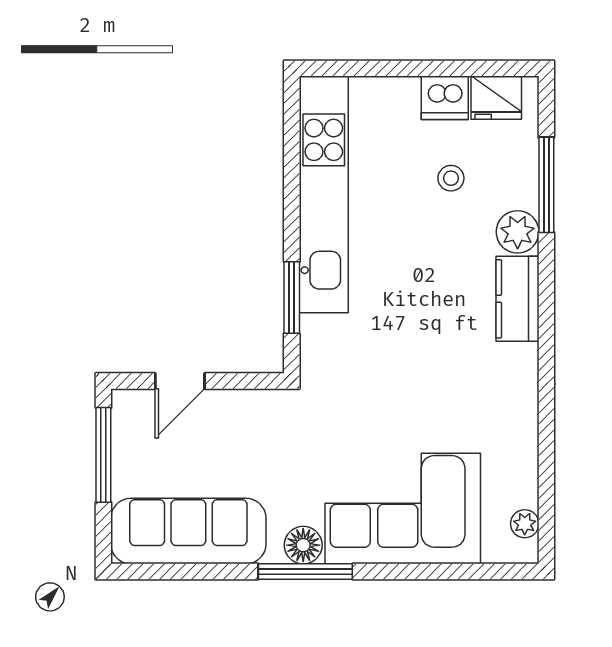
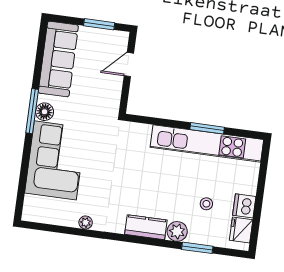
window: (546, 185) -> (197, 248), width x0.69
window: (292, 298) -> (207, 128), moved
door: (180, 381) -> (129, 65), hinge flipped
window: (103, 455) -> (99, 24), width x0.69
plant: (525, 524) -> (86, 222), moved

